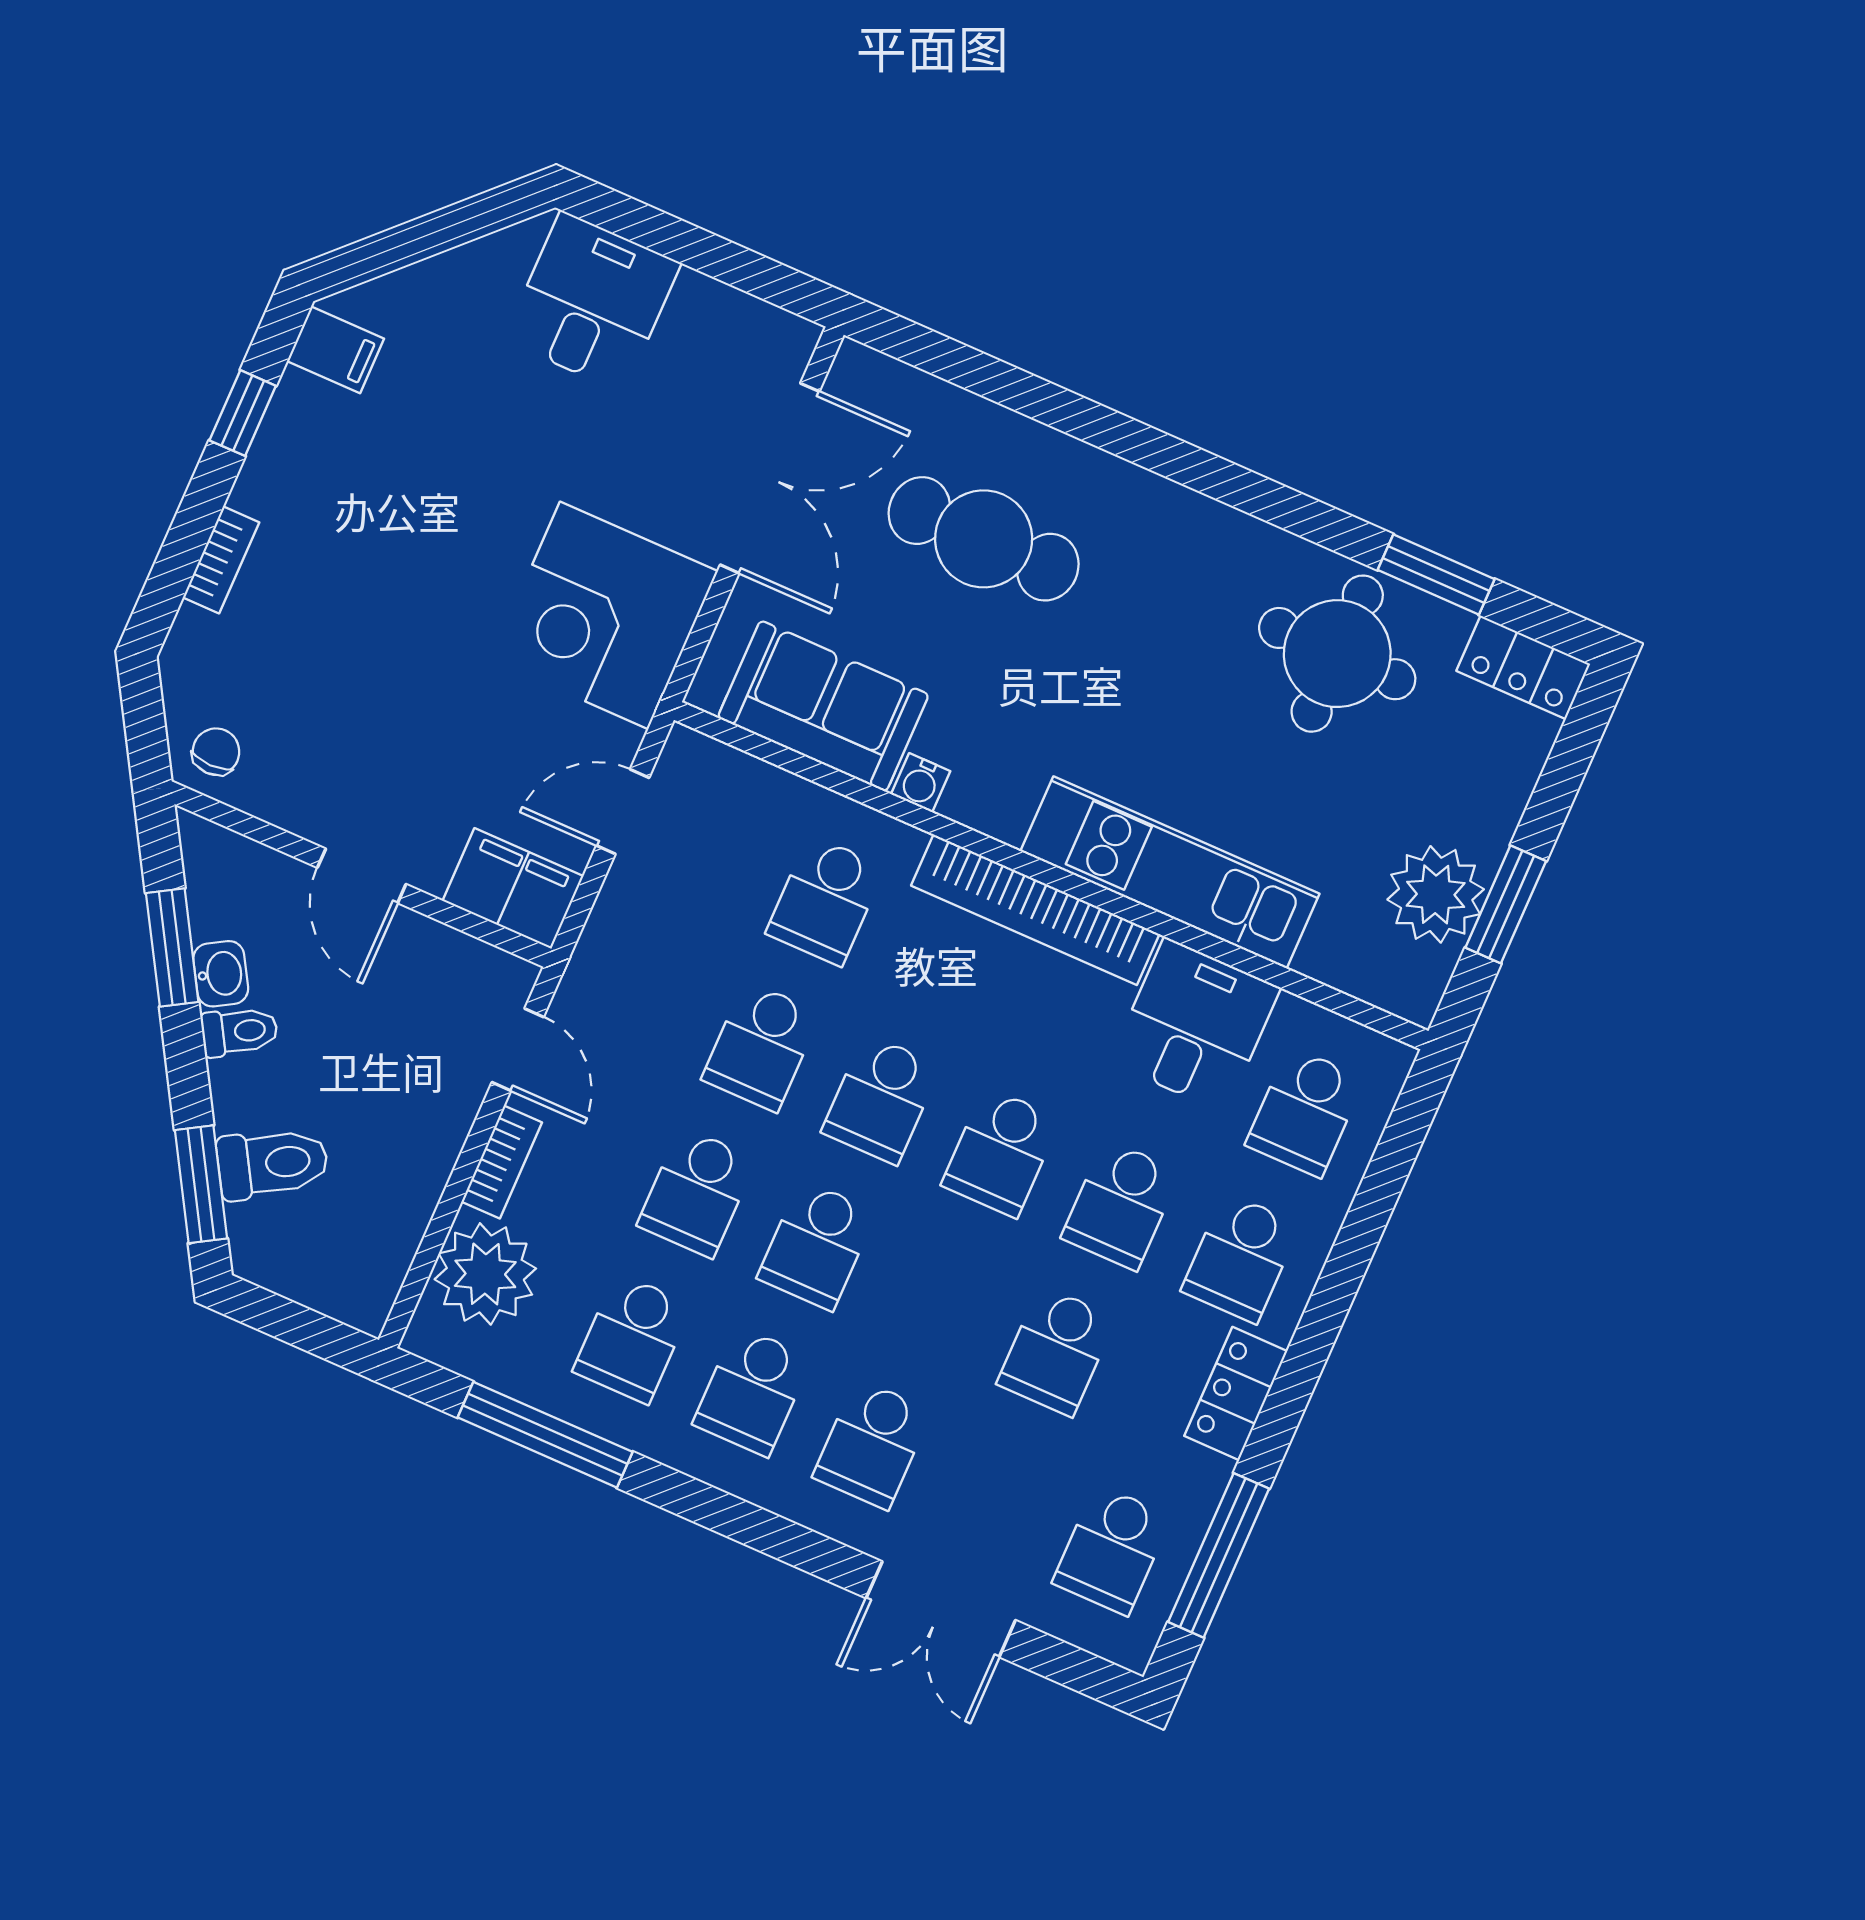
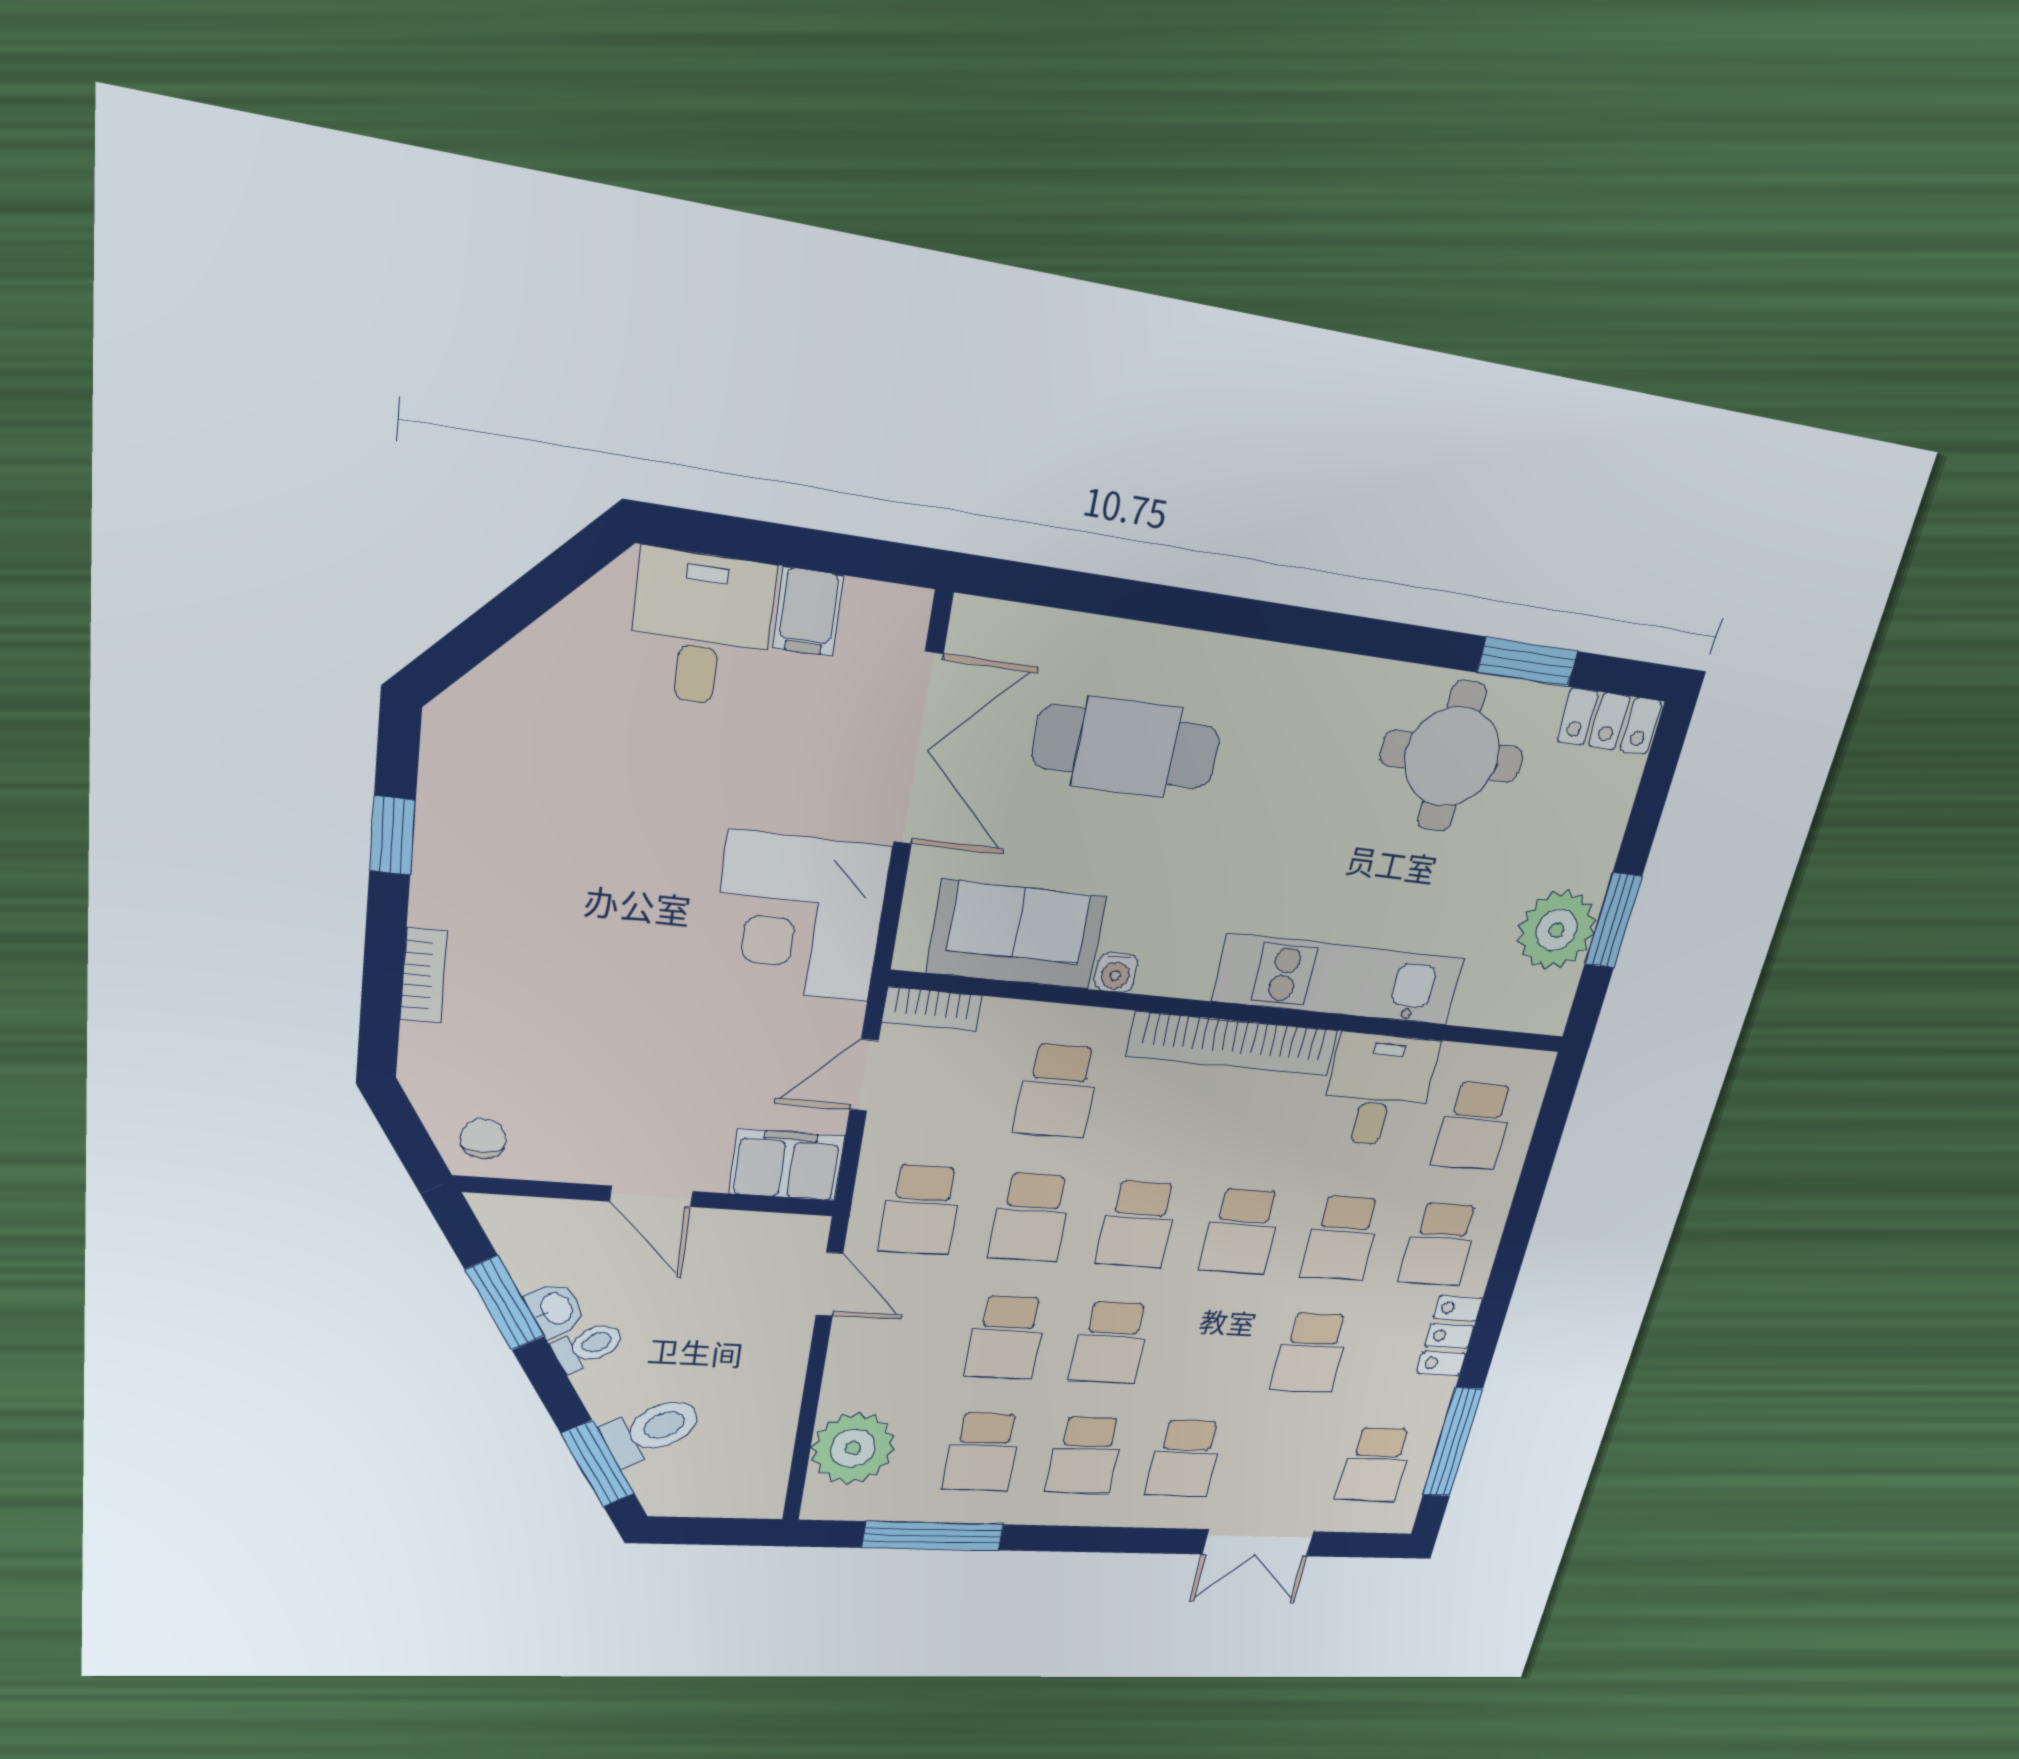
filing cabinet: (336, 350) -> (808, 612), moved, turned 90
school desk: (641, 993) -> (921, 1210), added
bookcase: (502, 1162) -> (932, 1009), moved, turned 90

